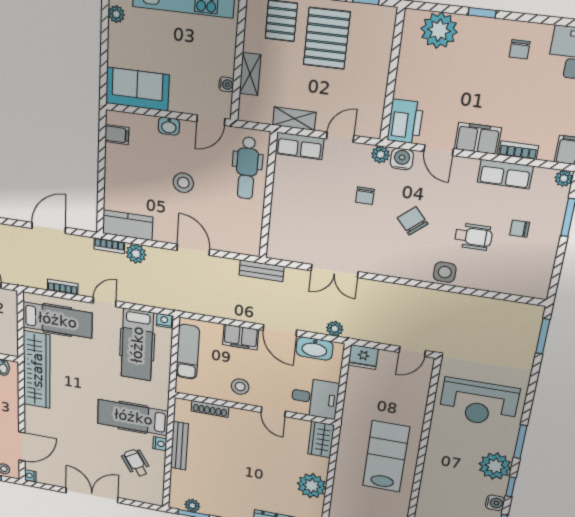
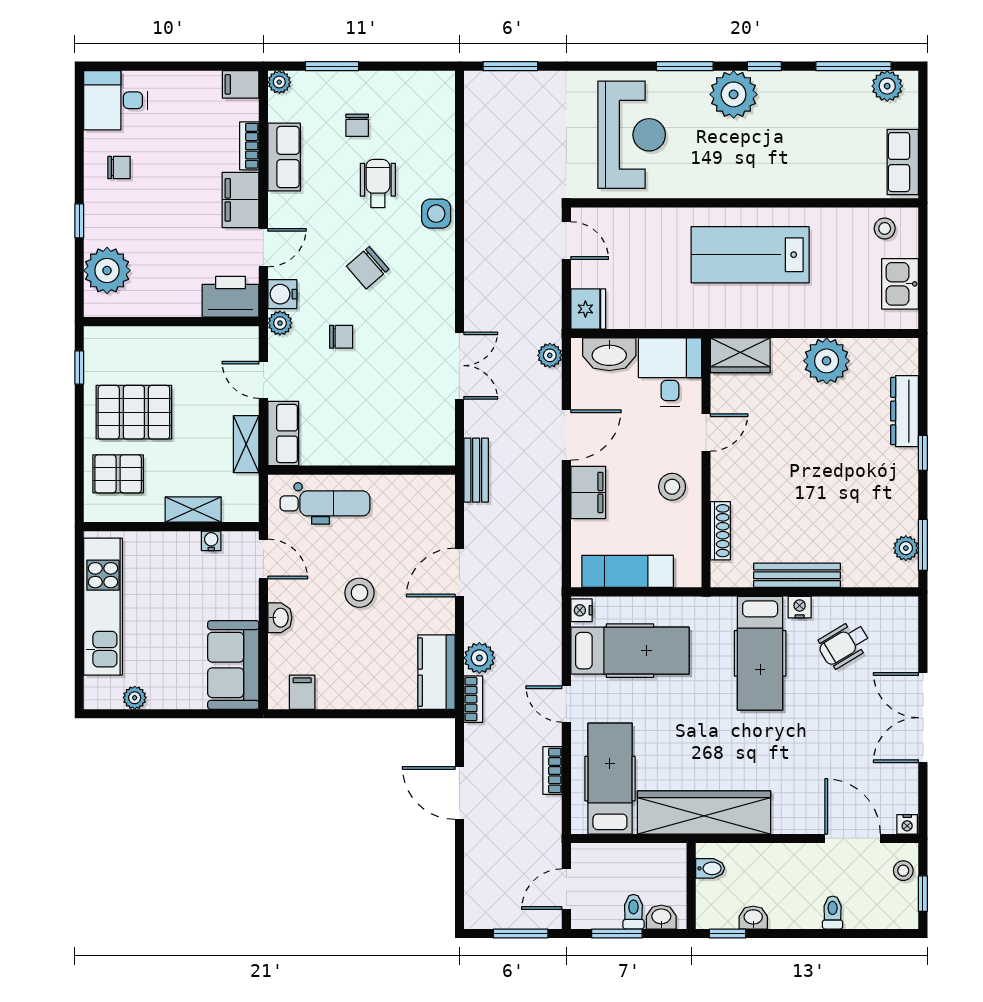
washbasin: (314, 348) -> (609, 354), moved, turned 90
water cooler: (495, 503) -> (797, 84), removed

